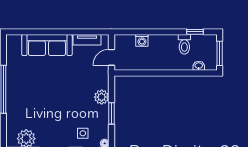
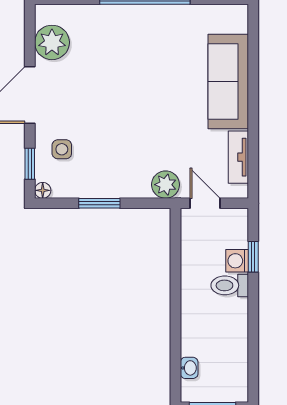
window: (195, 32) -> (253, 257), moved
toilet: (184, 44) -> (230, 285), moved
plant: (102, 97) -> (166, 185), moved

